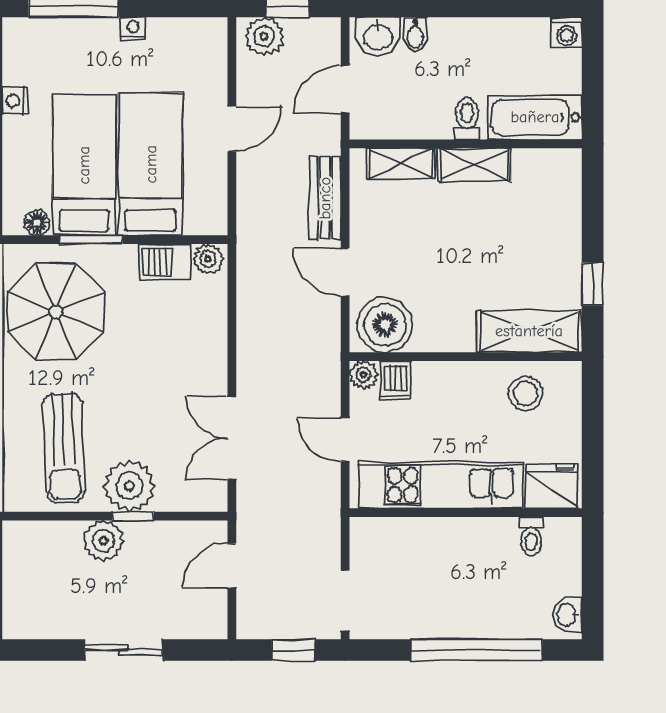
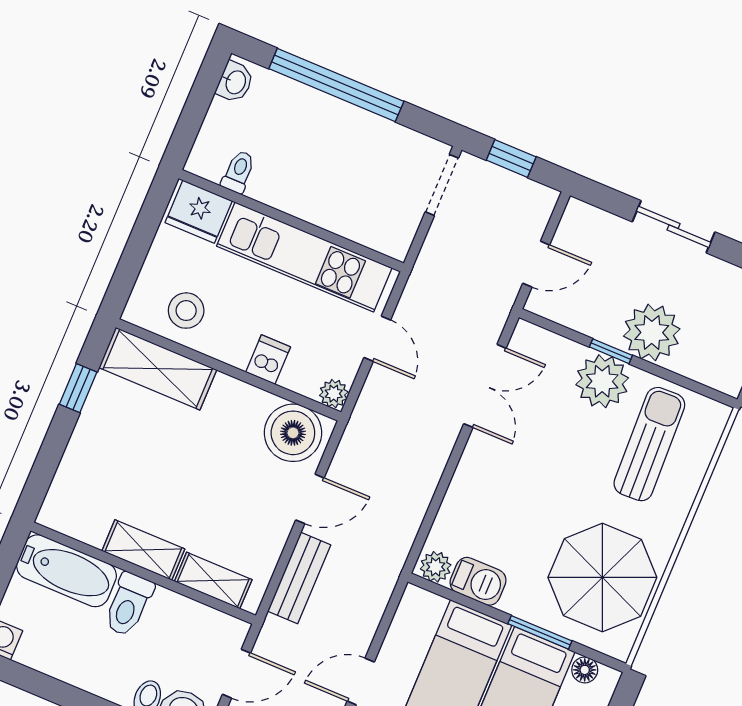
toilet: (467, 119) -> (128, 604), width x1.37, depth x1.39
door: (345, 272) -> (310, 499), hinge flipped
dishwasher: (395, 380) -> (268, 360), moved
plant: (103, 541) -> (652, 332), width x1.36, depth x1.36

